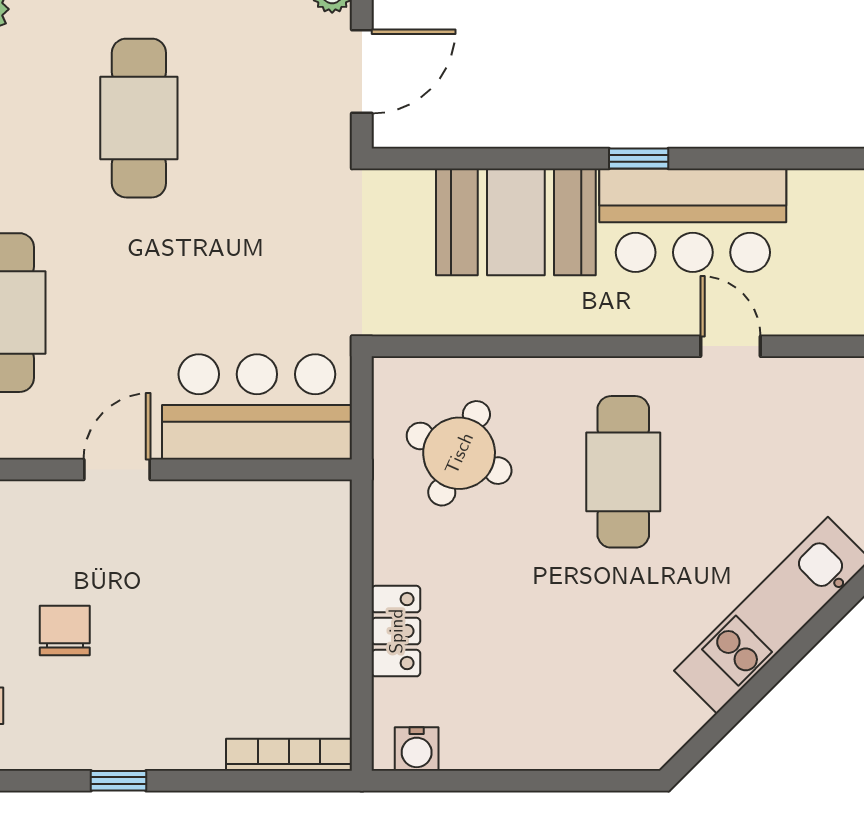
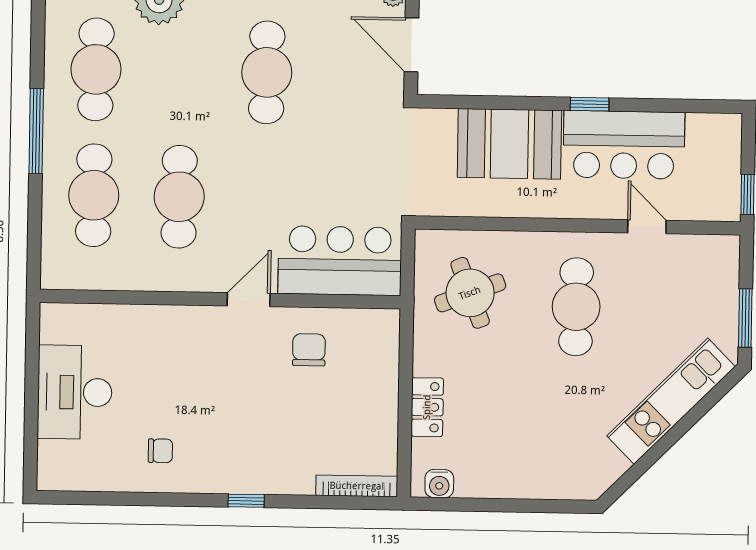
door: (362, 71) -> (411, 45), swing flipped
round table: (459, 453) -> (470, 293), turned 45
chair: (65, 630) -> (309, 350), moved

